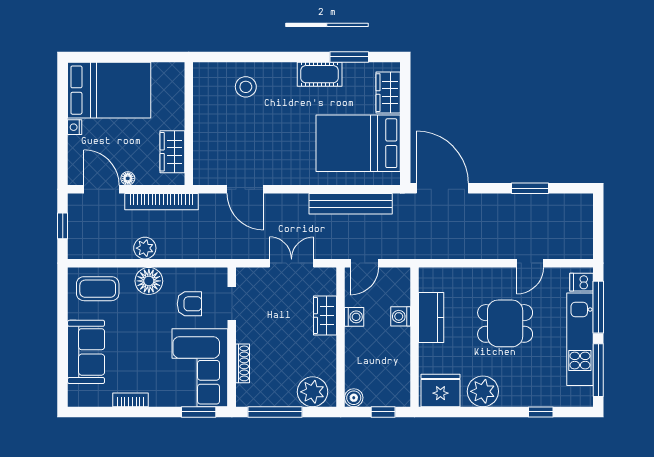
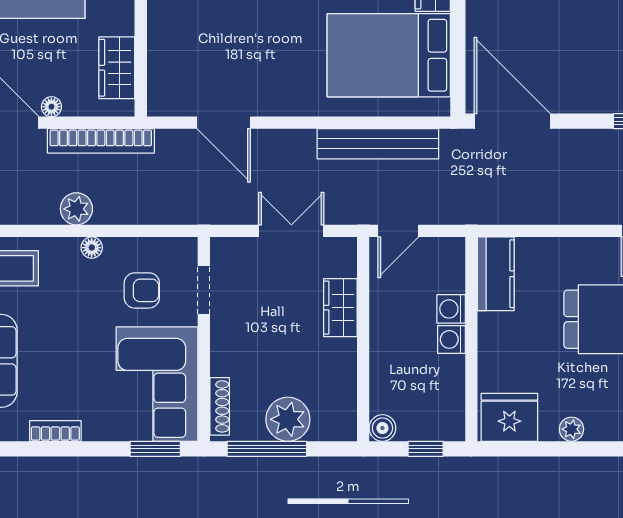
floor lamp: (149, 281) -> (92, 248), width x0.53, depth x0.53
washing machine: (354, 317) -> (451, 339), moved, turned 180
kitchen counter: (431, 317) -> (496, 274), moved
shoe rack: (243, 363) -> (220, 406), moved
plant: (483, 391) -> (571, 429), width x0.53, depth x0.53
plant: (313, 392) -> (288, 419), moved

